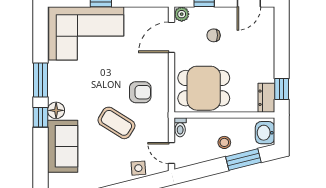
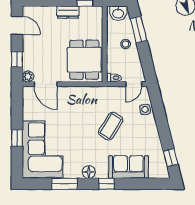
chair: (214, 35) -> (44, 52), removed
window: (41, 80) -> (65, 184), moved
armchair: (140, 92) -> (87, 108), removed
dresser: (266, 98) -> (68, 12), moved
floor lamp: (56, 110) -> (89, 172), moved

